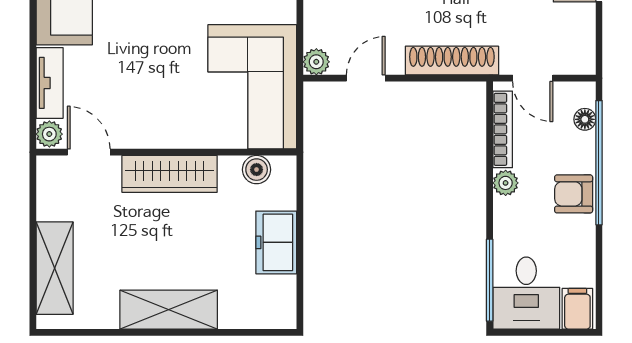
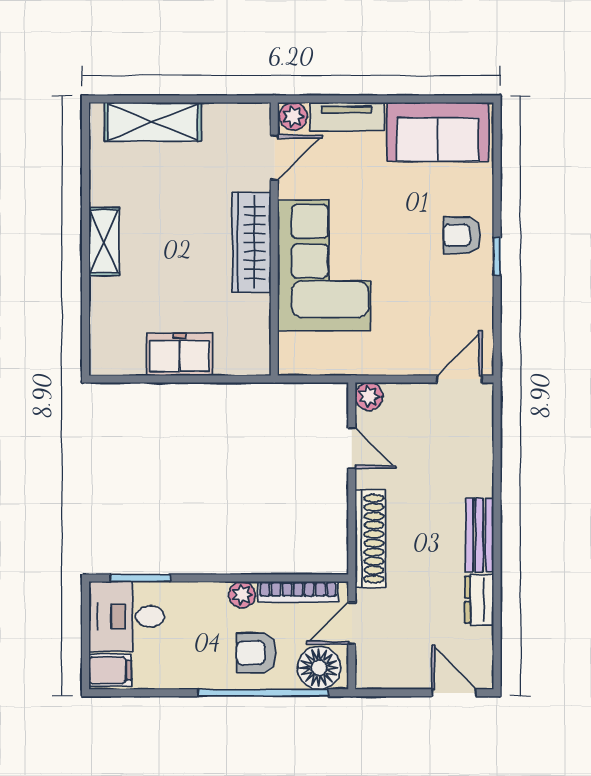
corner sofa: (252, 87) -> (324, 265), moved, turned 90
floor lamp: (585, 119) -> (319, 668), width x1.89, depth x1.89
boiler: (257, 170) -> (256, 334), removed
armchair: (574, 194) -> (256, 653), moved, turned -90
window: (490, 280) -> (140, 578), width x0.69
shelving: (169, 310) -> (104, 241), width x0.67, depth x0.75

